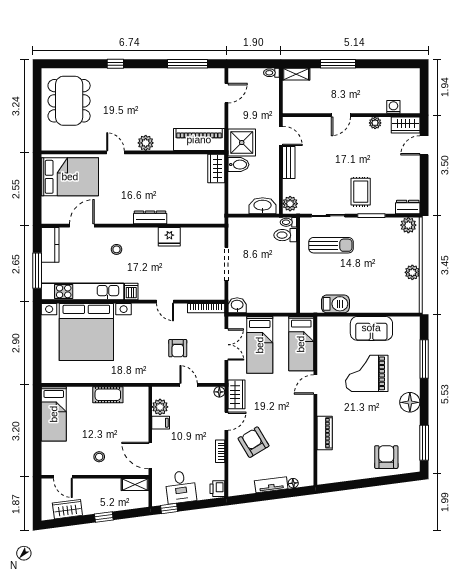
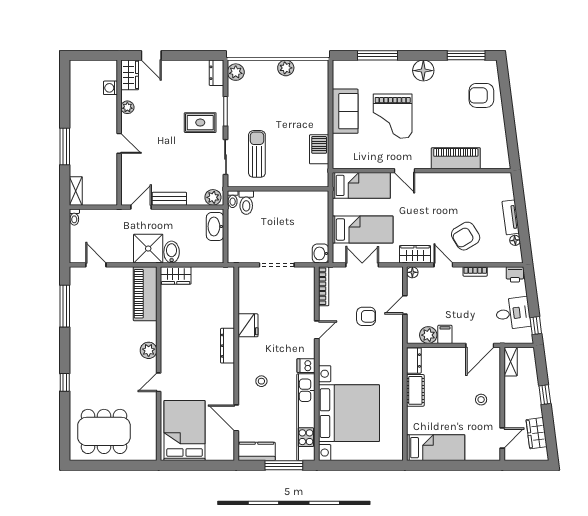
dresser: (136, 393) -> (414, 361), added
piano: (325, 433) -> (456, 158), width x1.37, depth x1.33
floor lamp: (293, 483) -> (515, 240), moved

